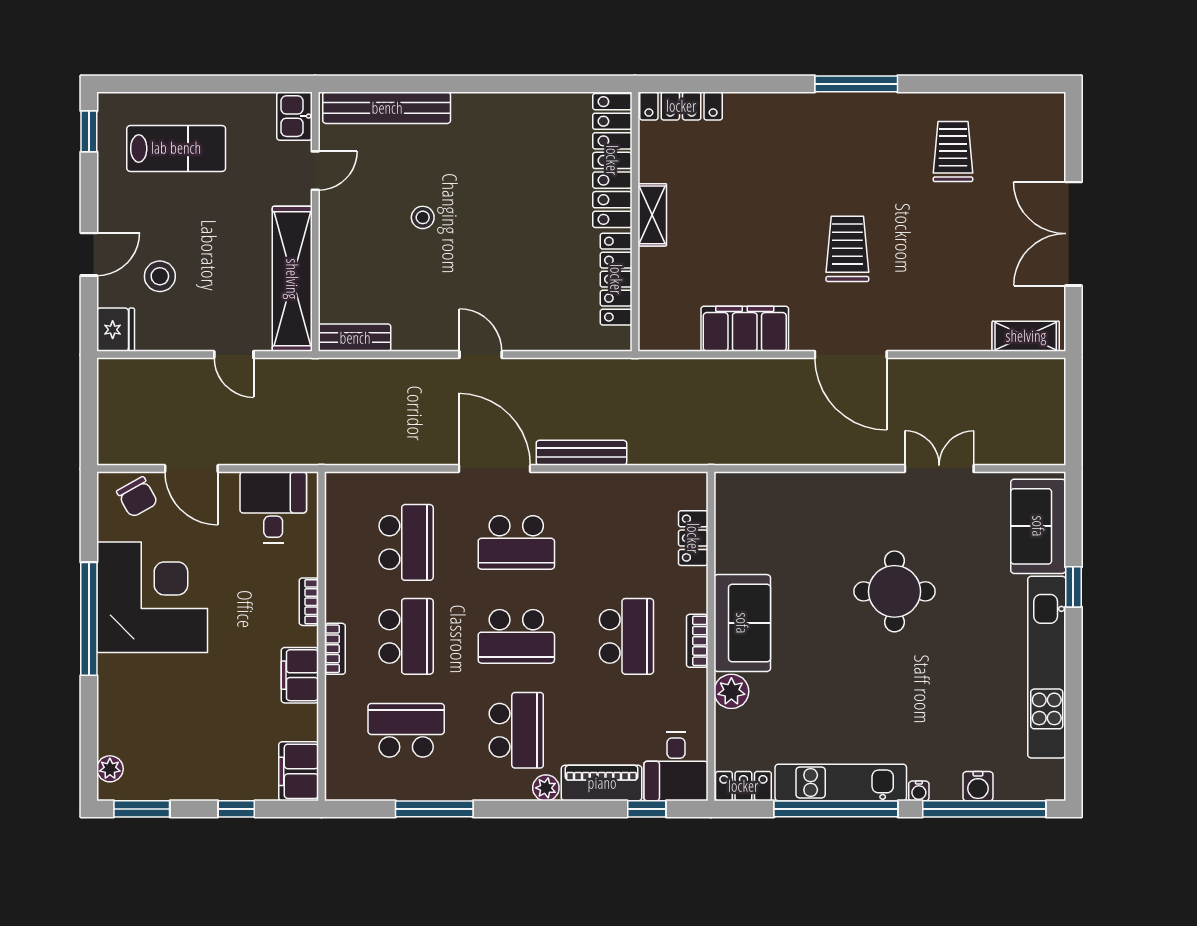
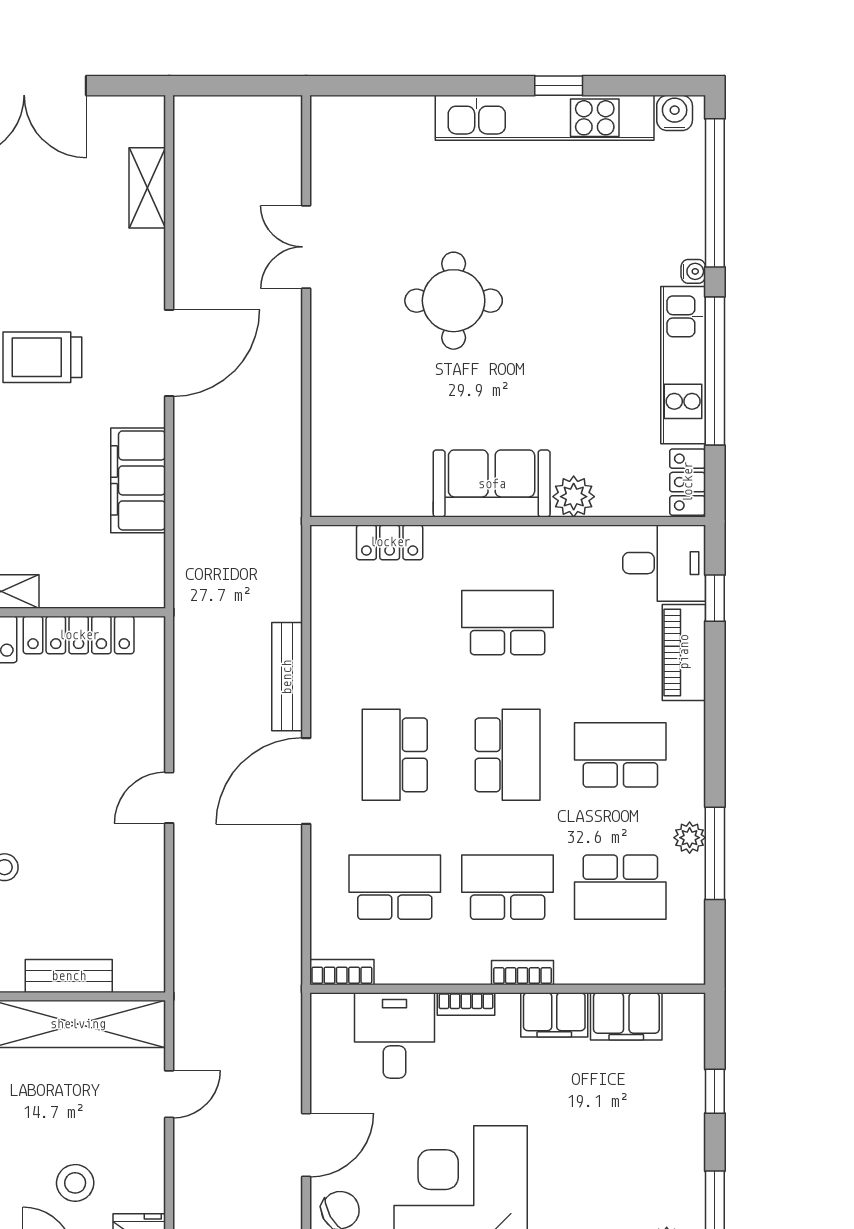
shelving: (1026, 336) -> (147, 188), moved
bench: (355, 338) -> (69, 976), moved, turned 90
desk: (273, 507) -> (394, 1035), moved, turned 90
sofa: (1038, 526) -> (375, 128), removed
school desk: (516, 542) -> (395, 755), turned 180
window: (1073, 587) -> (559, 86), moved
bookcase: (697, 641) -> (342, 972), moved, turned 180
school desk: (406, 730) -> (620, 887), turned -90
filing cabinet: (299, 771) -> (626, 1016), moved
water cooler: (978, 786) -> (675, 113), moved, turned -90
plant: (546, 788) -> (690, 838), moved

